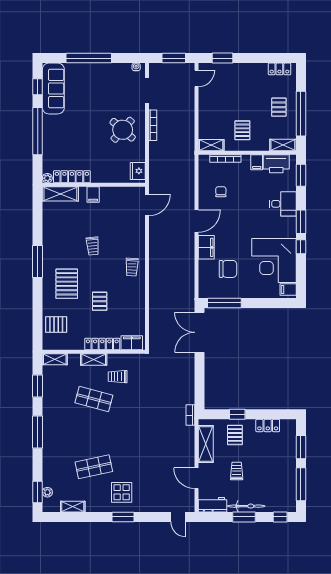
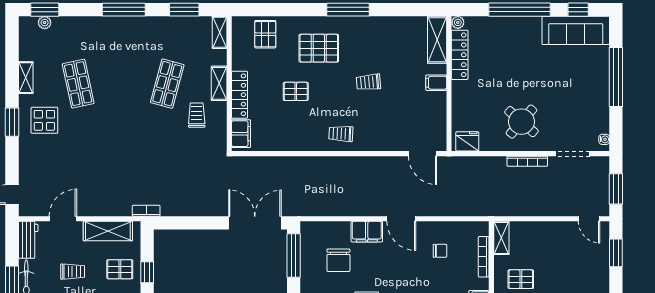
shelving: (73, 507) -> (26, 78), moved

